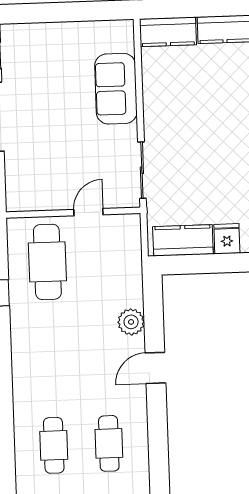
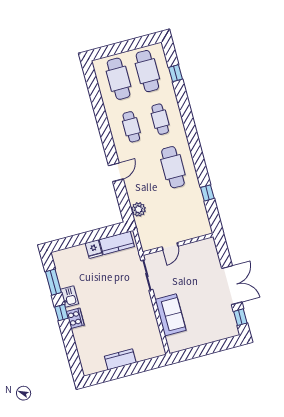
kitchen counter: (168, 32) -> (150, 351), removed
cafe table: (47, 262) -> (173, 167), moved
plant: (131, 322) -> (138, 209), moved

